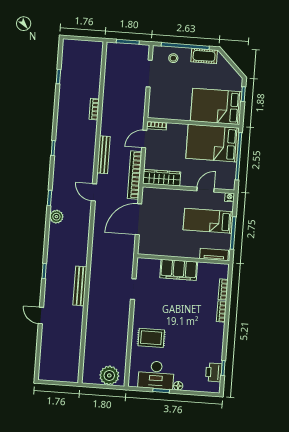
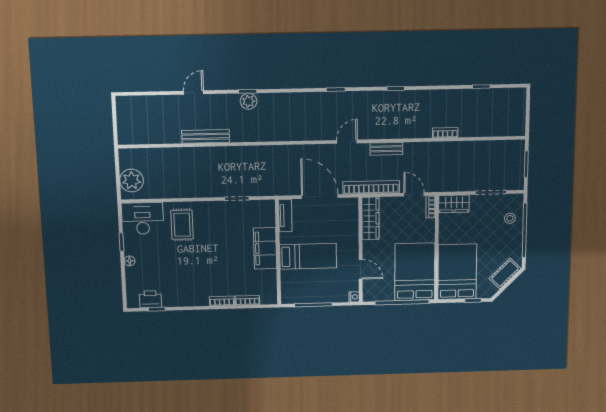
cot: (204, 56) -> (505, 274), moved, turned 45
wardrobe: (156, 106) -> (454, 204), added
bench: (103, 155) -> (386, 149), width x0.73
plant: (56, 217) -> (249, 101), moved
bed: (208, 221) -> (308, 256), moved, turned 90
tv unit: (214, 254) -> (285, 215), moved
bench: (80, 286) -> (206, 136), moved
desk: (156, 375) -> (143, 218), moved, turned 90

